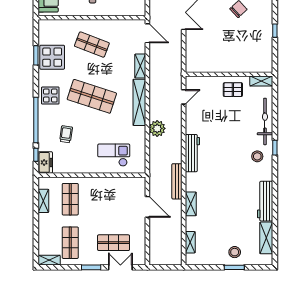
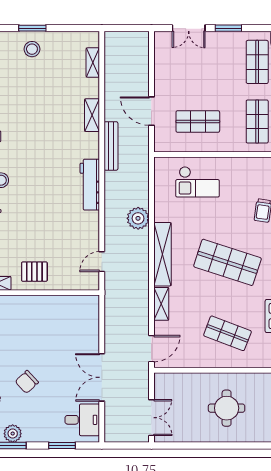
door: (147, 33) -> (151, 349), swing flipped
shop shelf: (114, 243) -> (198, 121), moved

